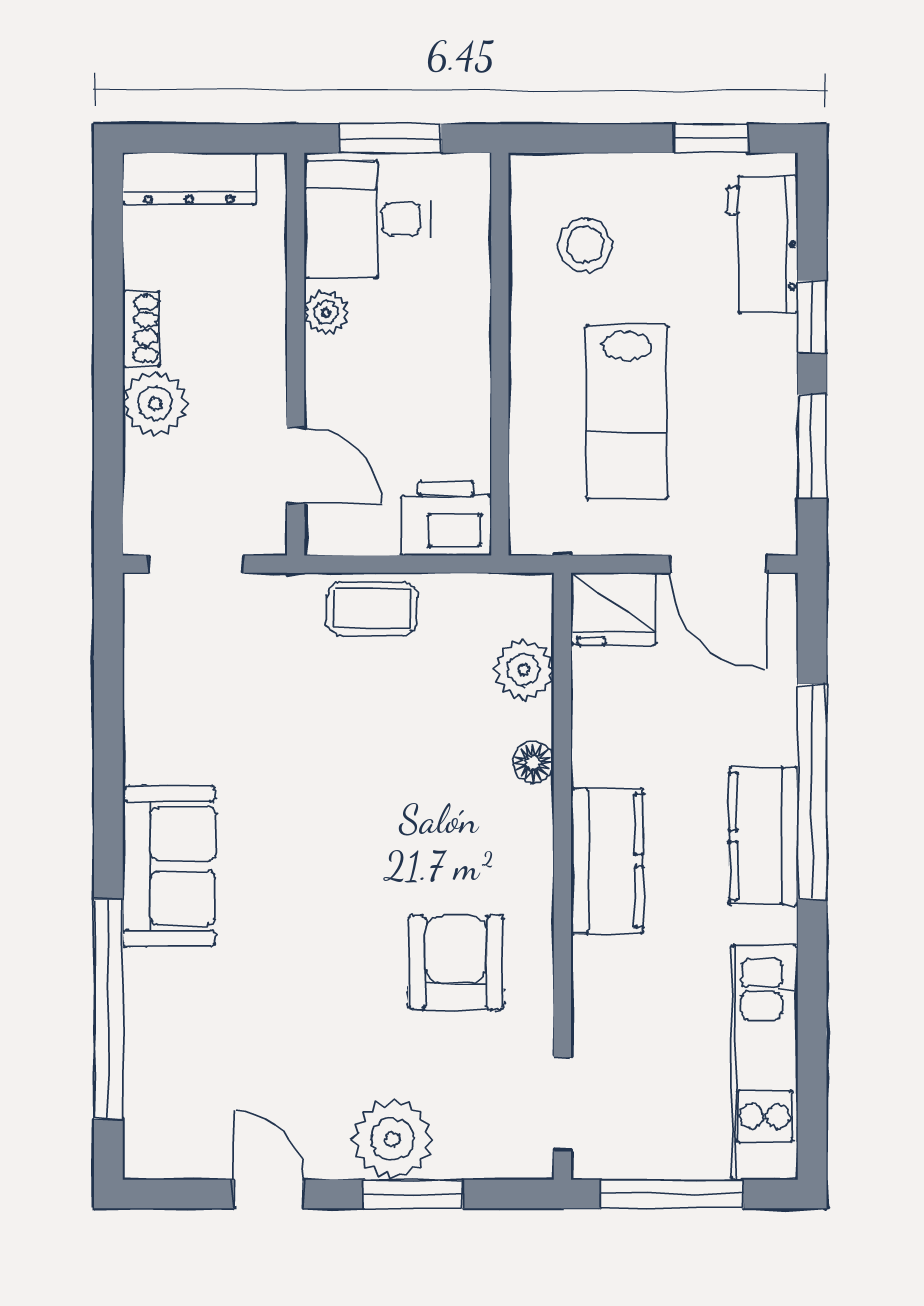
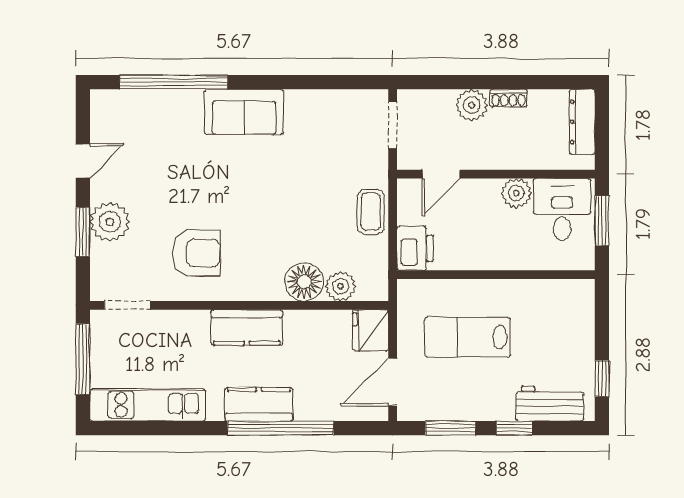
stool: (585, 245) -> (550, 317), removed
plant: (326, 313) -> (516, 193), width x1.38, depth x1.38
floor lamp: (533, 762) -> (304, 282), width x1.89, depth x1.89

